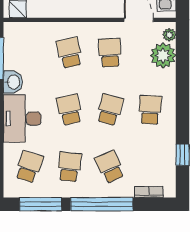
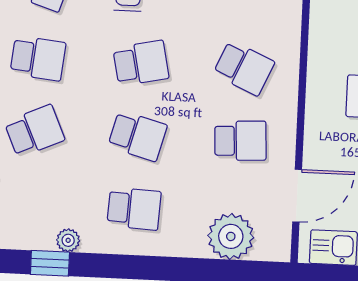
plant: (169, 35) -> (68, 240), moved
school desk: (69, 53) -> (244, 68), turned 36

